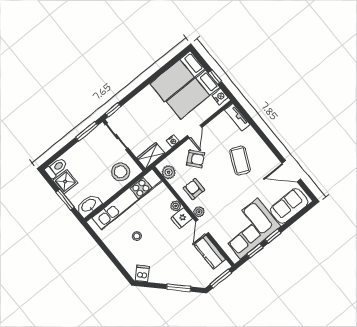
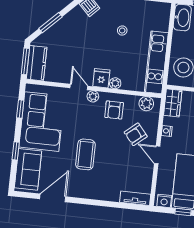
coffee table: (240, 160) -> (85, 154), moved, turned 65
armchair: (194, 189) -> (114, 110), turned 90
kitchen unit: (127, 199) -> (156, 62), width x0.73
window: (273, 236) -> (16, 151), moved
kitchen counter: (210, 252) -> (37, 63), moved, turned 90

